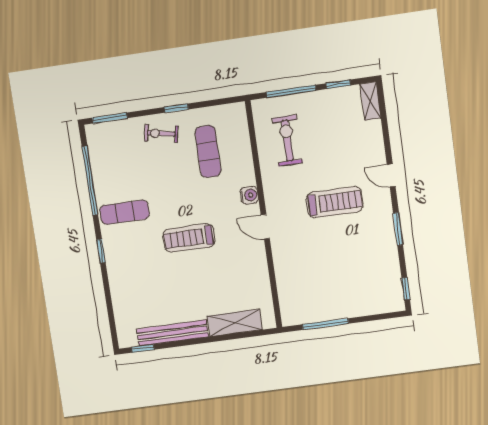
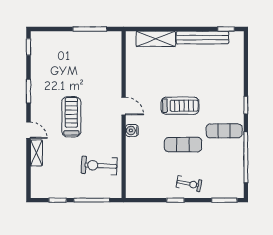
shelving: (370, 101) -> (36, 153), moved
exercise bike: (287, 141) -> (99, 166), turned 93
exercise mat: (208, 152) -> (183, 145), moved, turned 90
treadmill: (335, 202) -> (71, 117), turned 90

